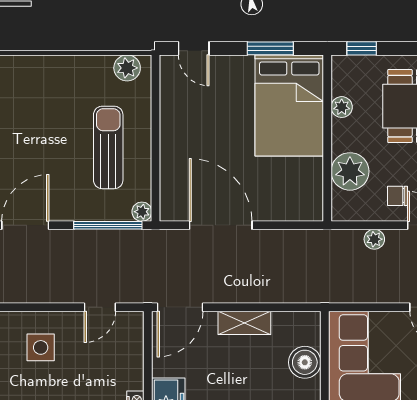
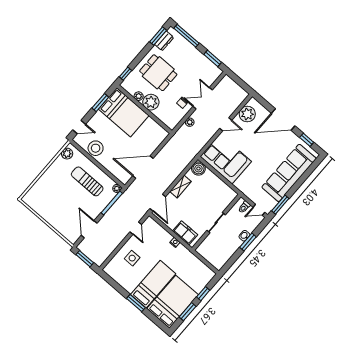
stool: (181, 111) -> (96, 148), added
plant: (350, 171) -> (151, 102), moved
boiler: (305, 362) -> (198, 169), moved

